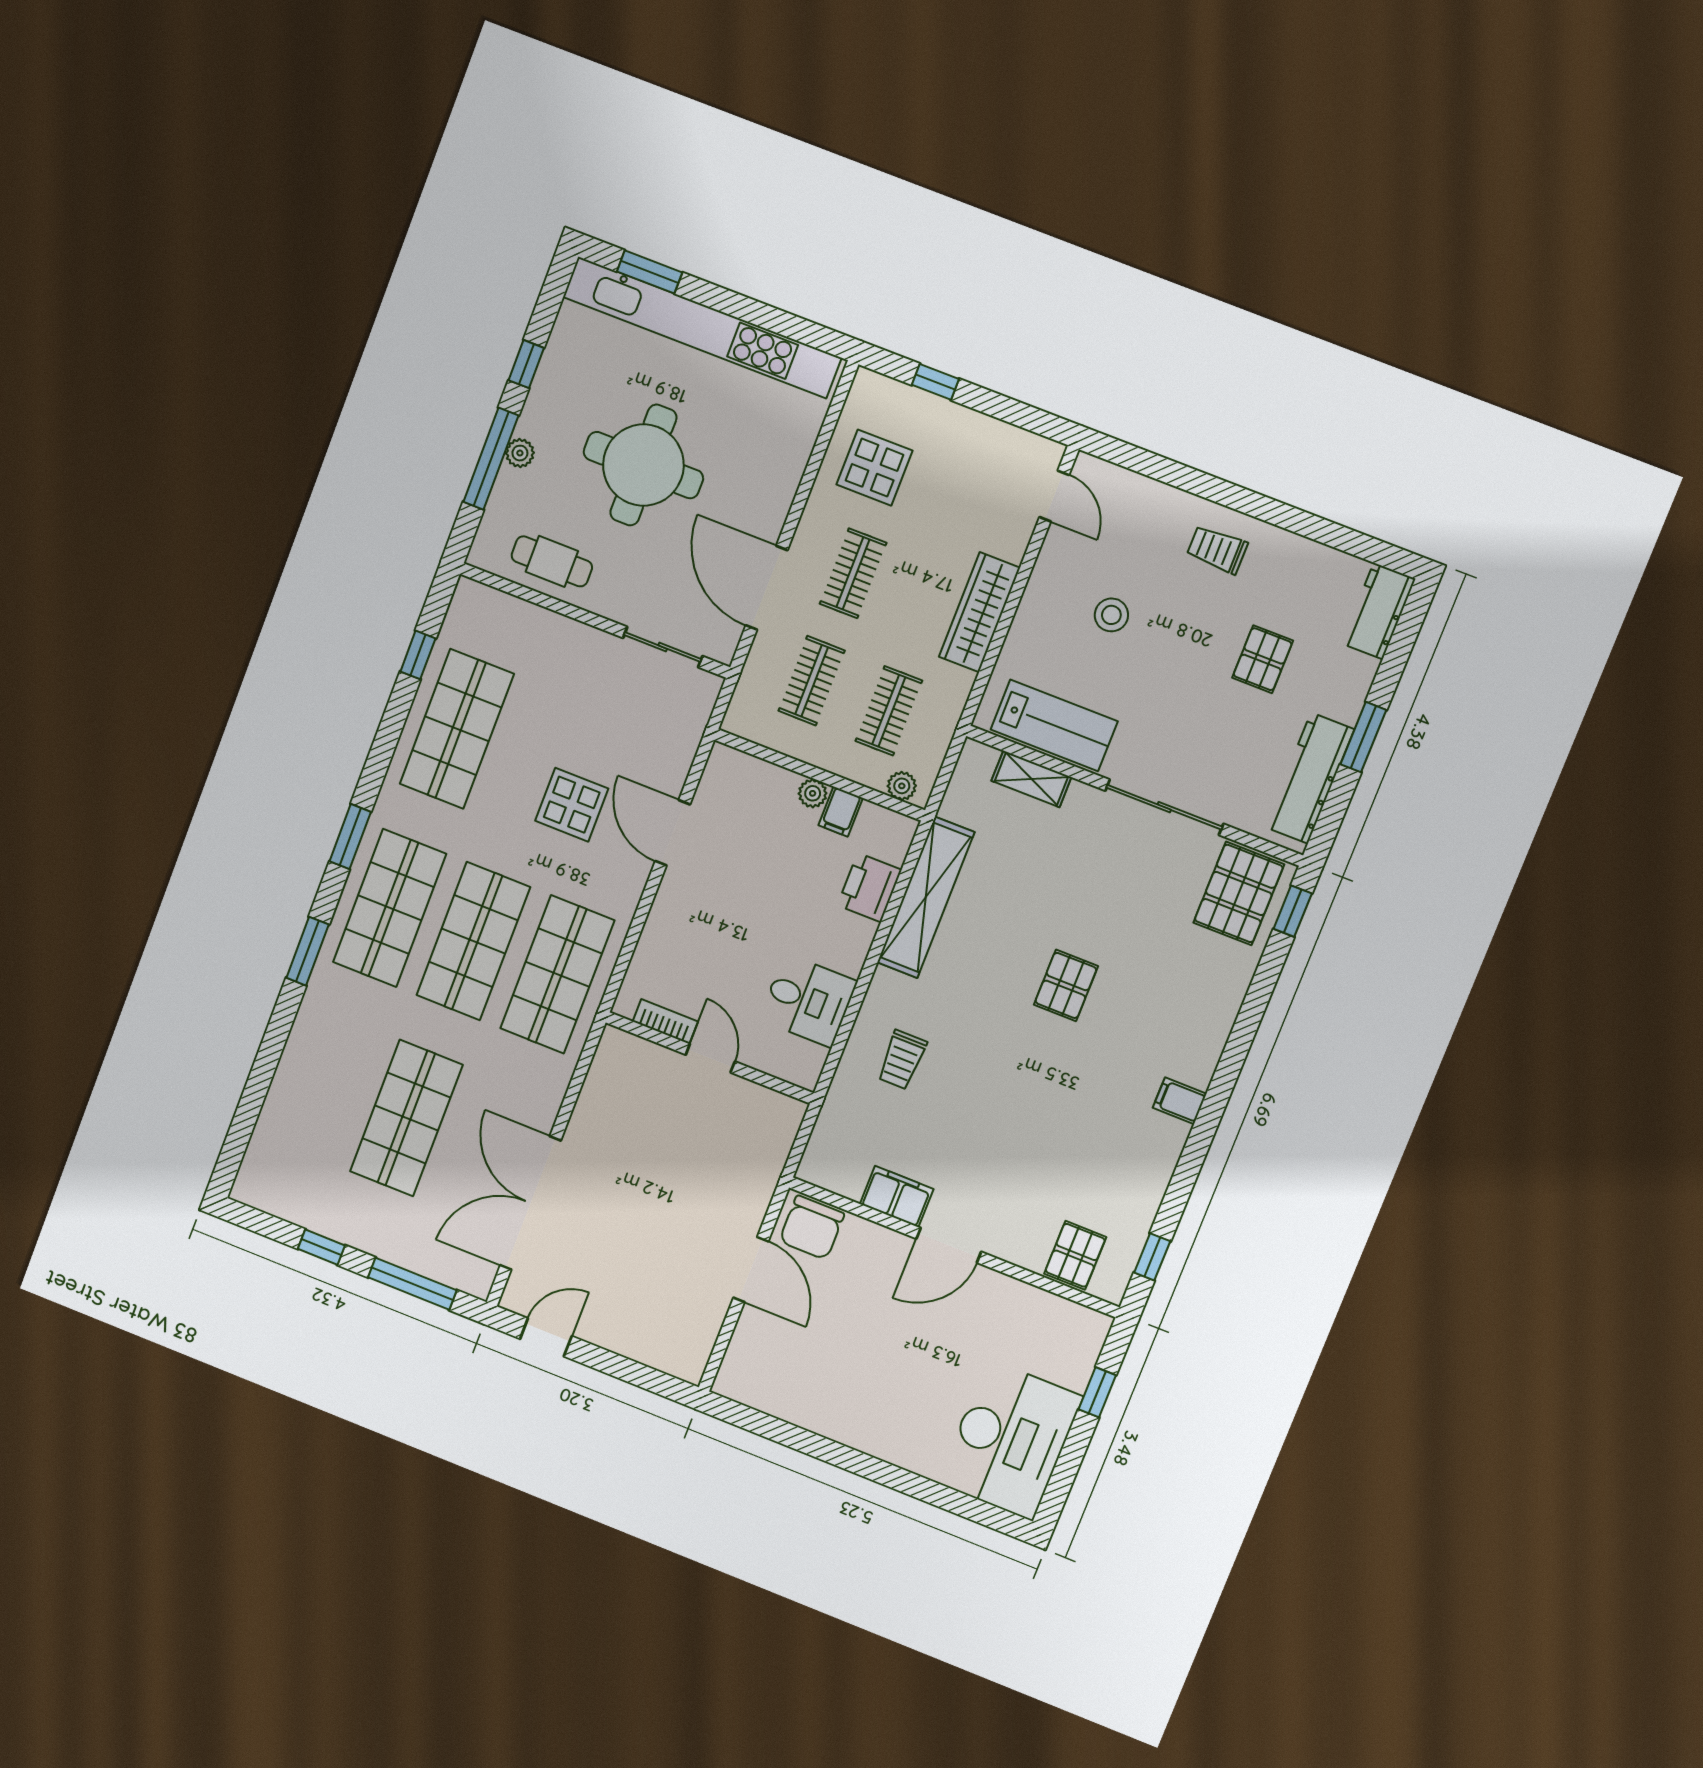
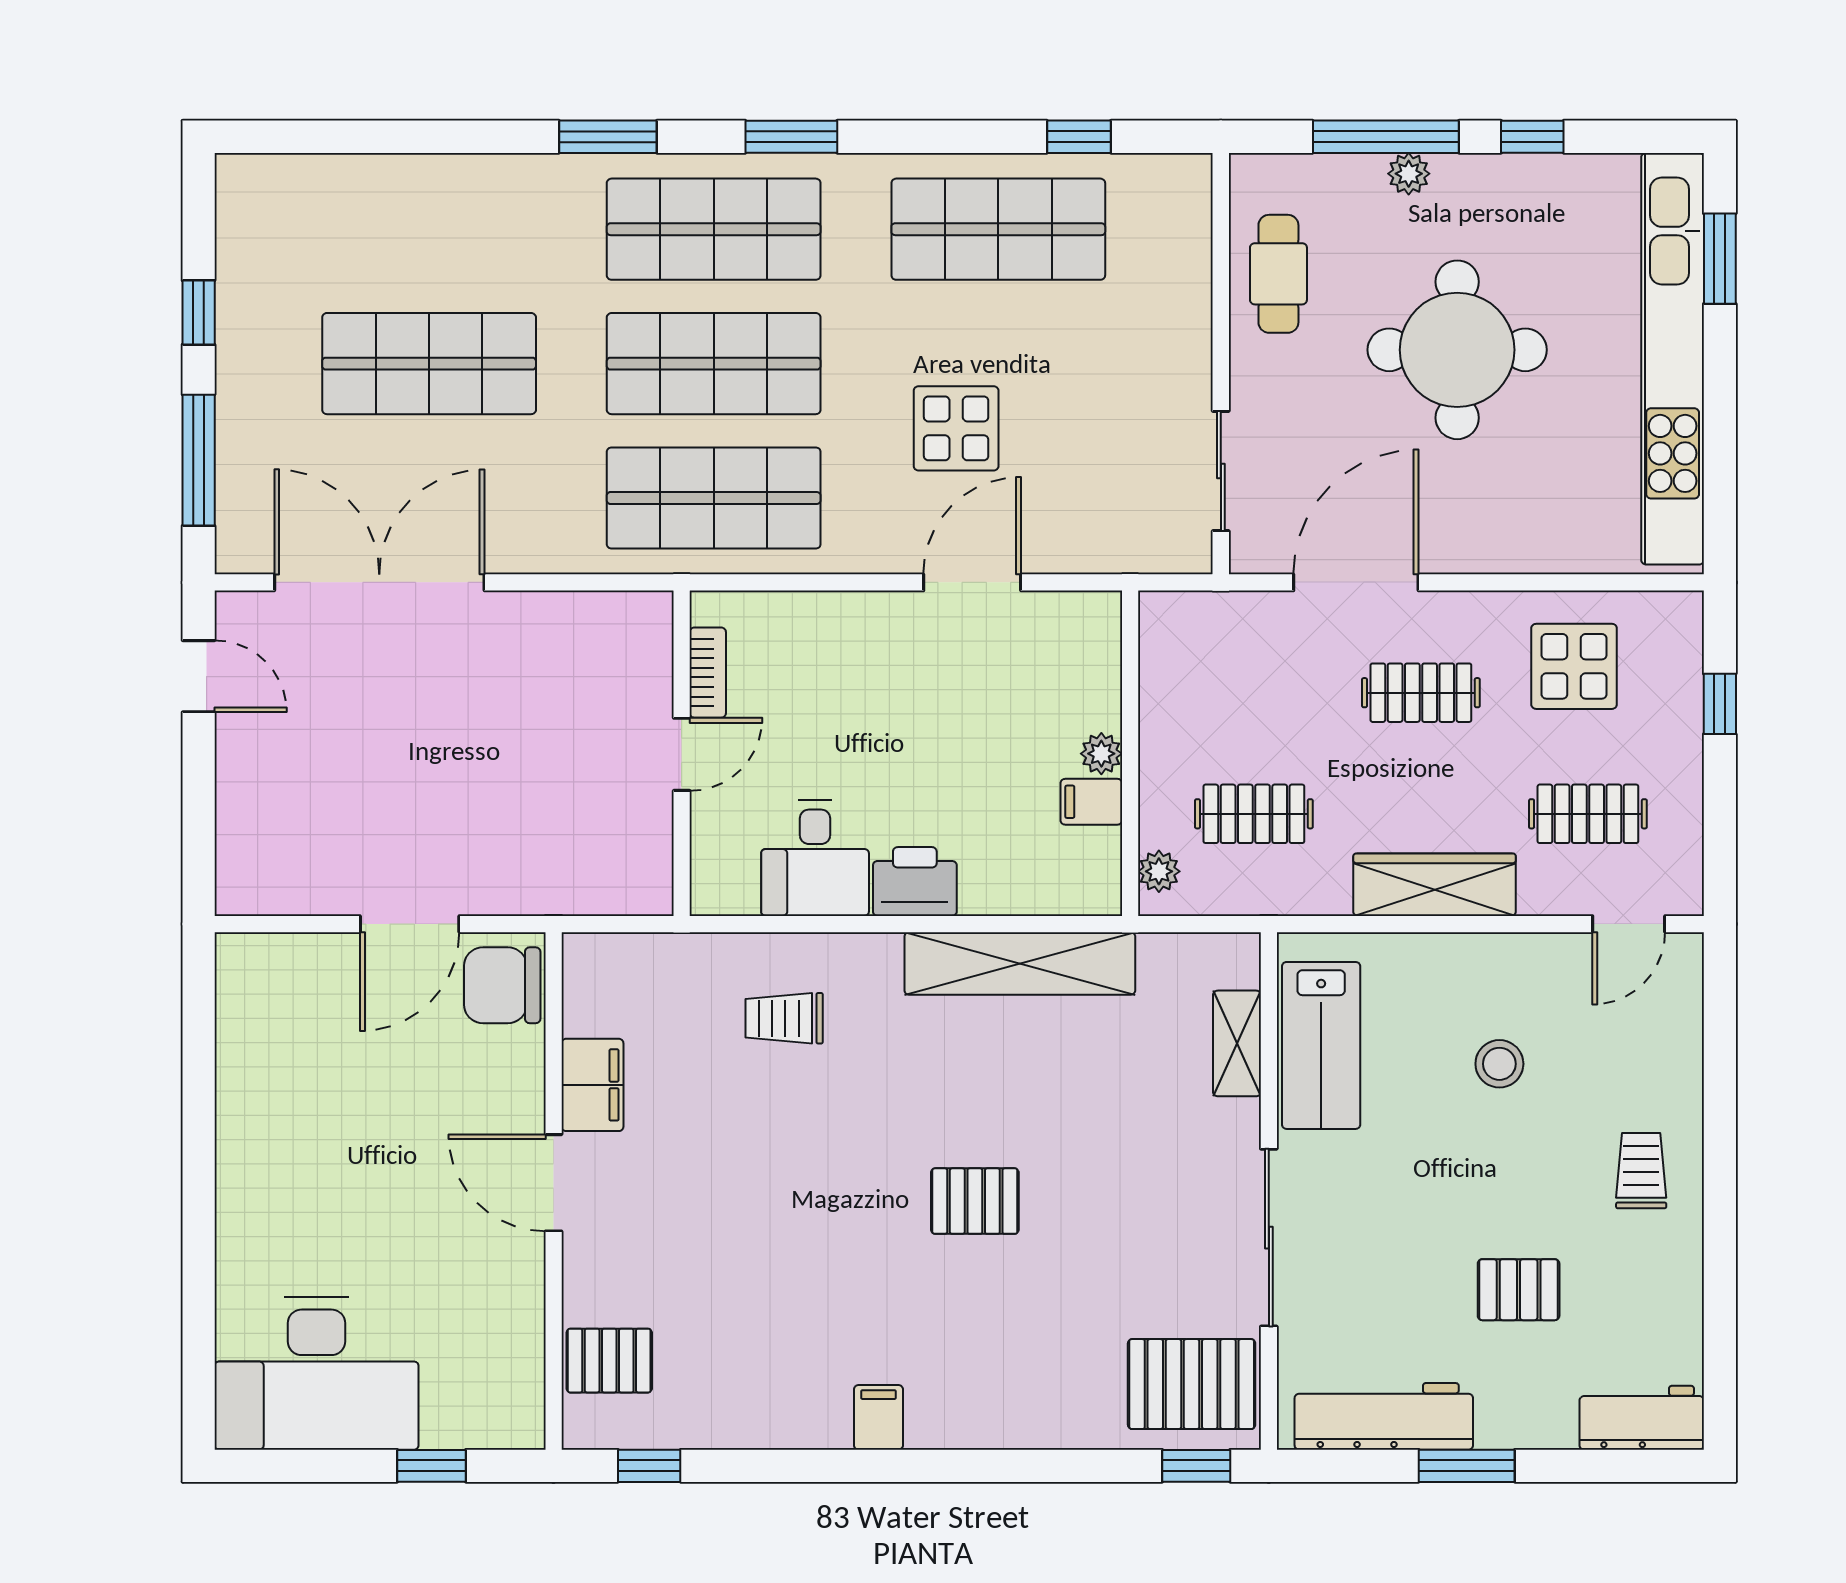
clothes rail: (812, 681) -> (1588, 814), moved
printer: (869, 888) -> (915, 882), moved

